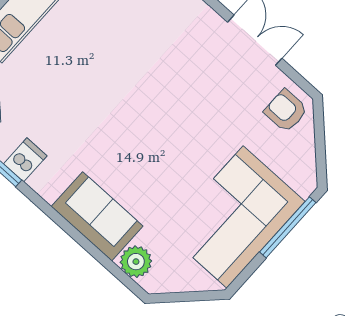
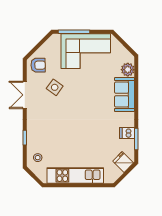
side table: (221, 105) -> (55, 87), added
armchair: (286, 111) -> (38, 65), turned -91

